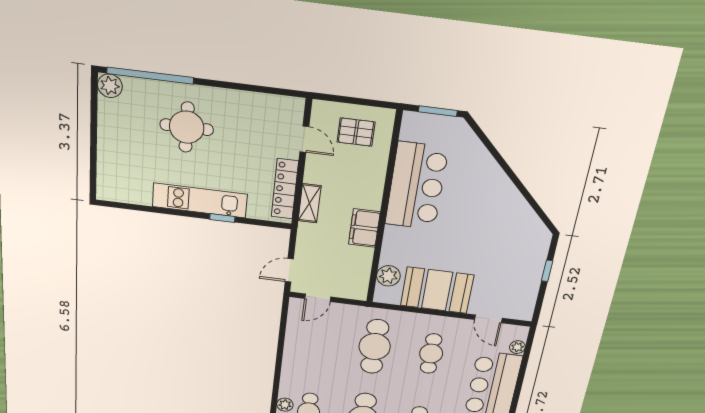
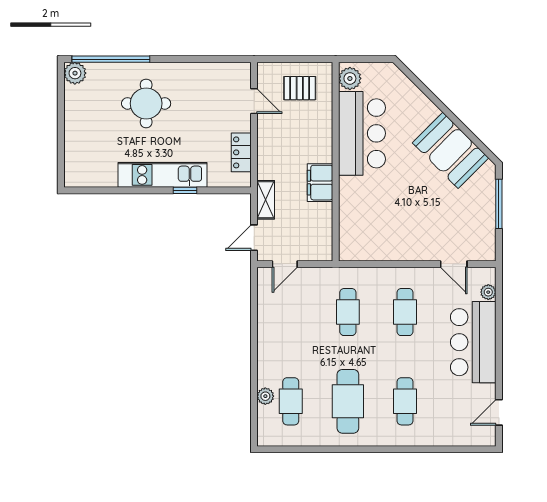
window: (438, 111) -> (369, 59), removed
locker: (285, 189) -> (241, 152), width x0.66
shelving: (310, 203) -> (266, 200), moved
window: (547, 271) -> (499, 204), width x2.17
plant: (388, 276) -> (350, 78), moved
booth: (437, 290) -> (451, 150), moved, turned 45
cafe table: (375, 347) -> (348, 312), width x0.73, depth x0.74

